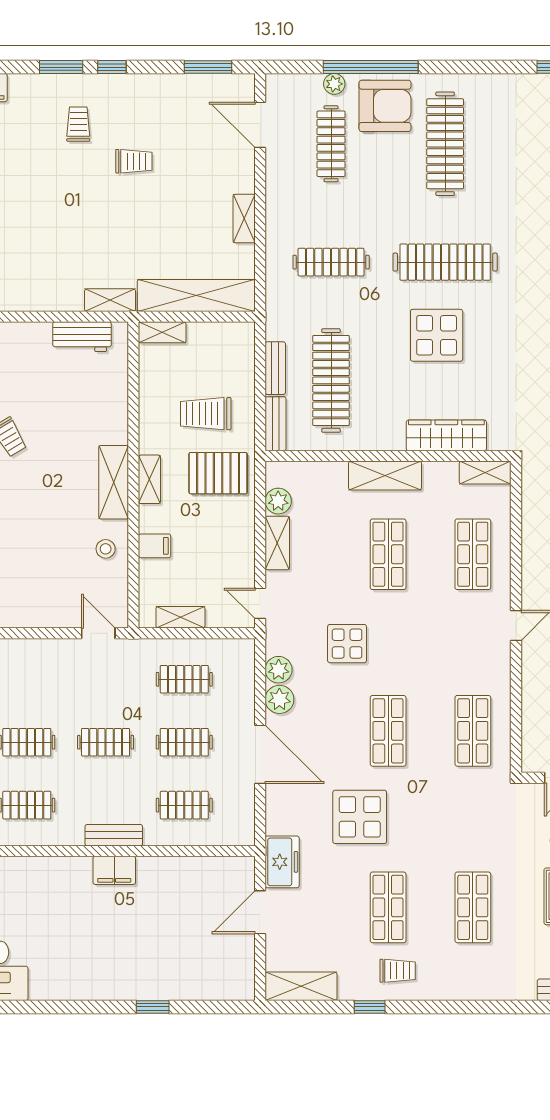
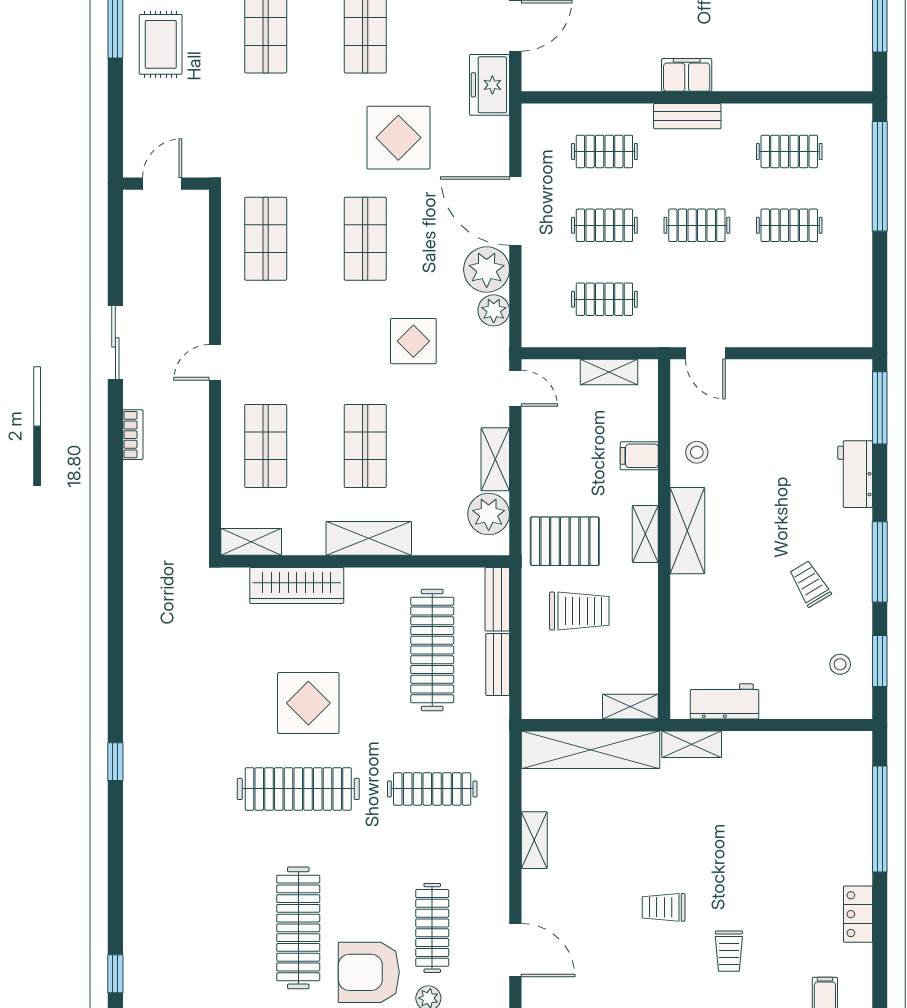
plant: (278, 501) -> (489, 514), width x1.36, depth x1.36
plant: (279, 699) -> (487, 270), width x1.36, depth x1.36

